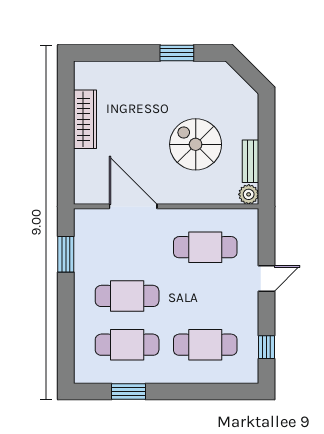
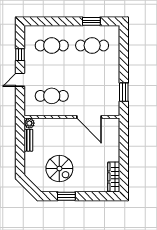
wardrobe: (85, 119) -> (114, 177), moved
spiral stairs: (196, 144) -> (59, 169), moved
cafe table: (127, 296) -> (92, 71), removed
window: (267, 347) -> (20, 55), moved

